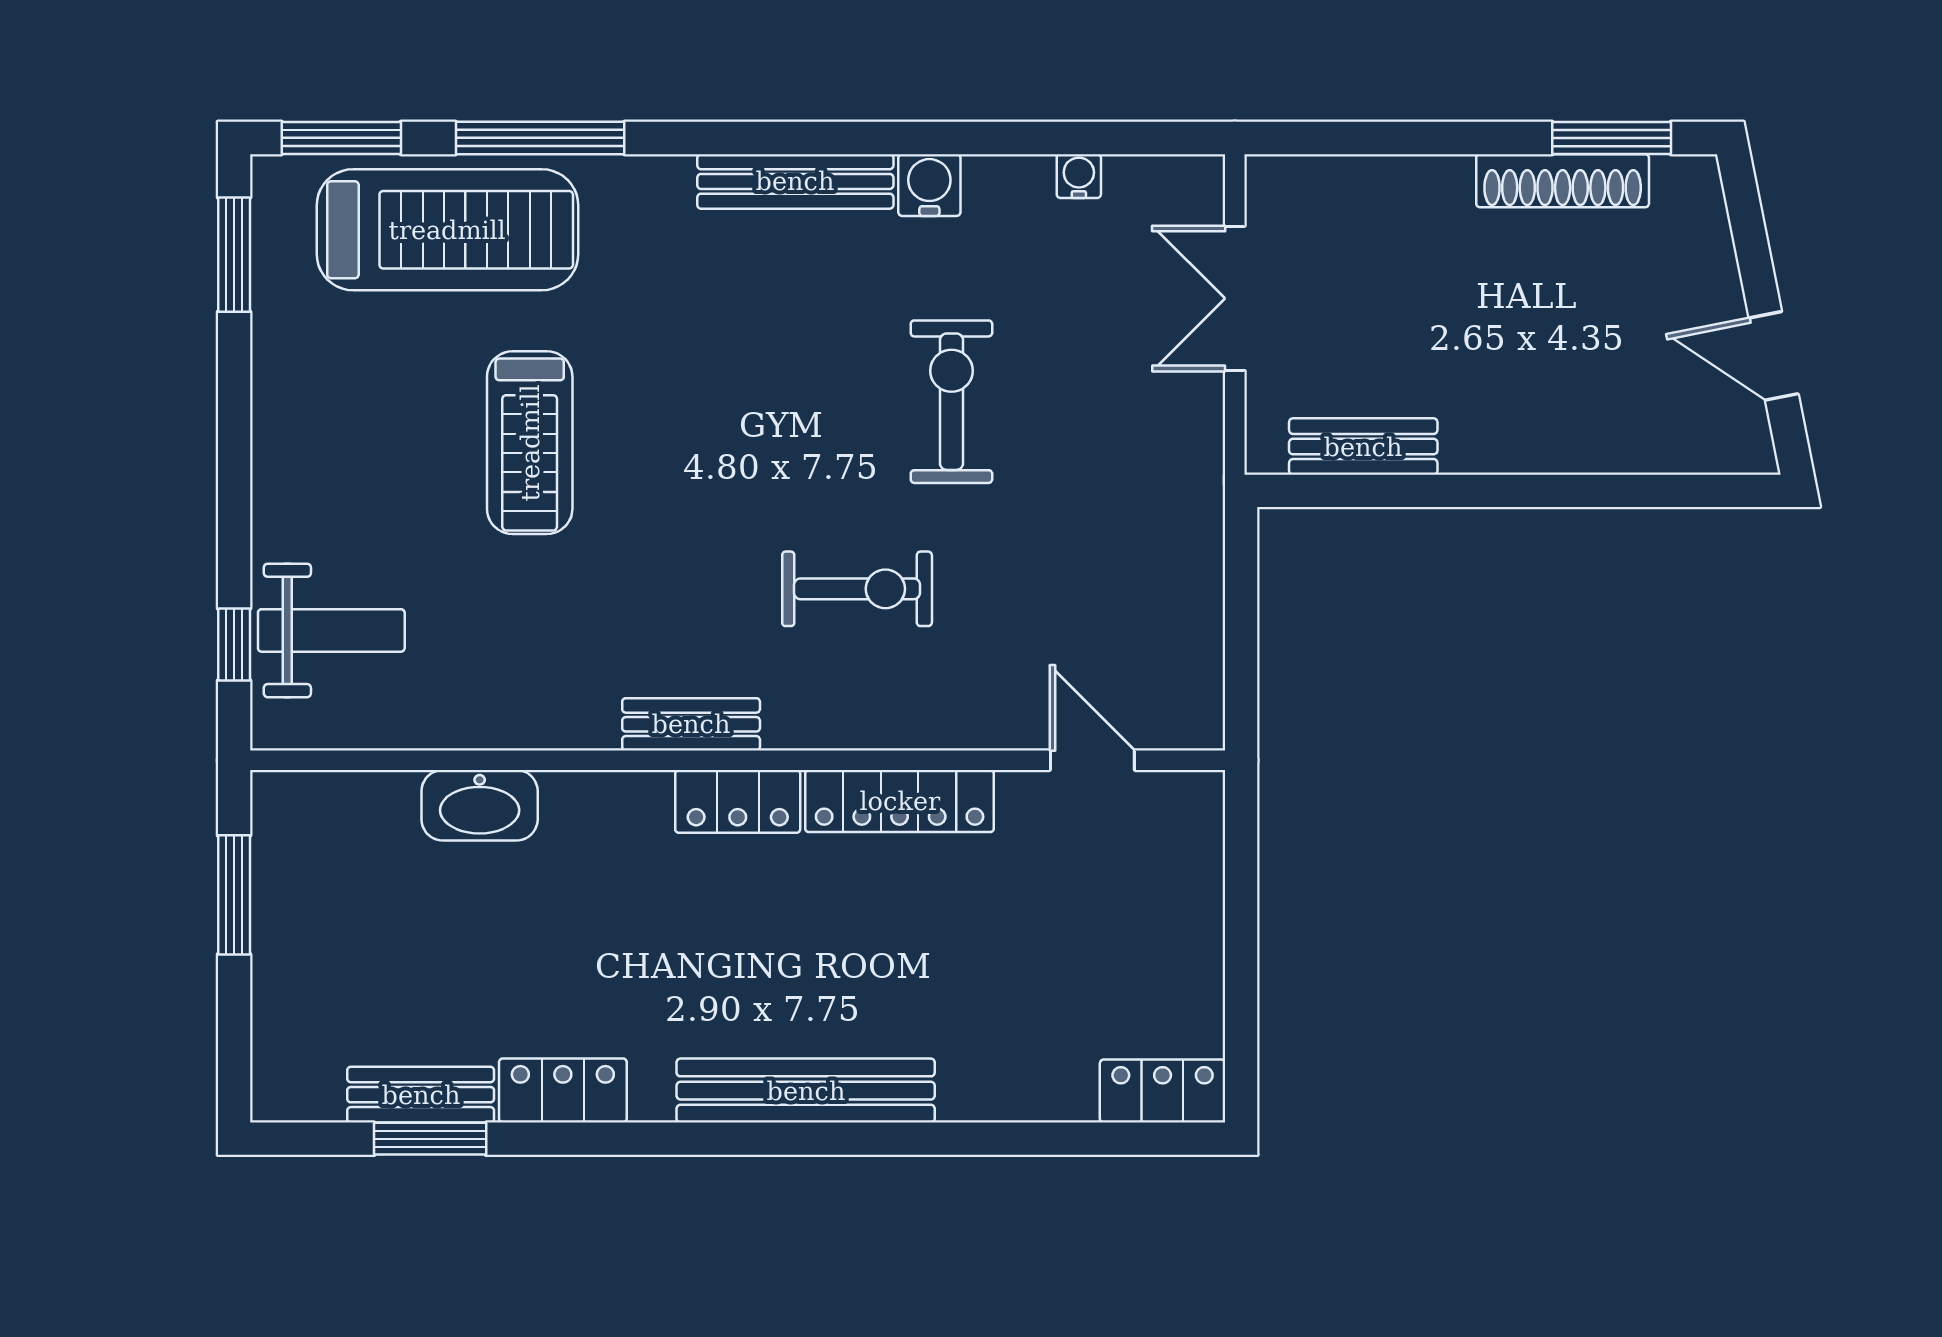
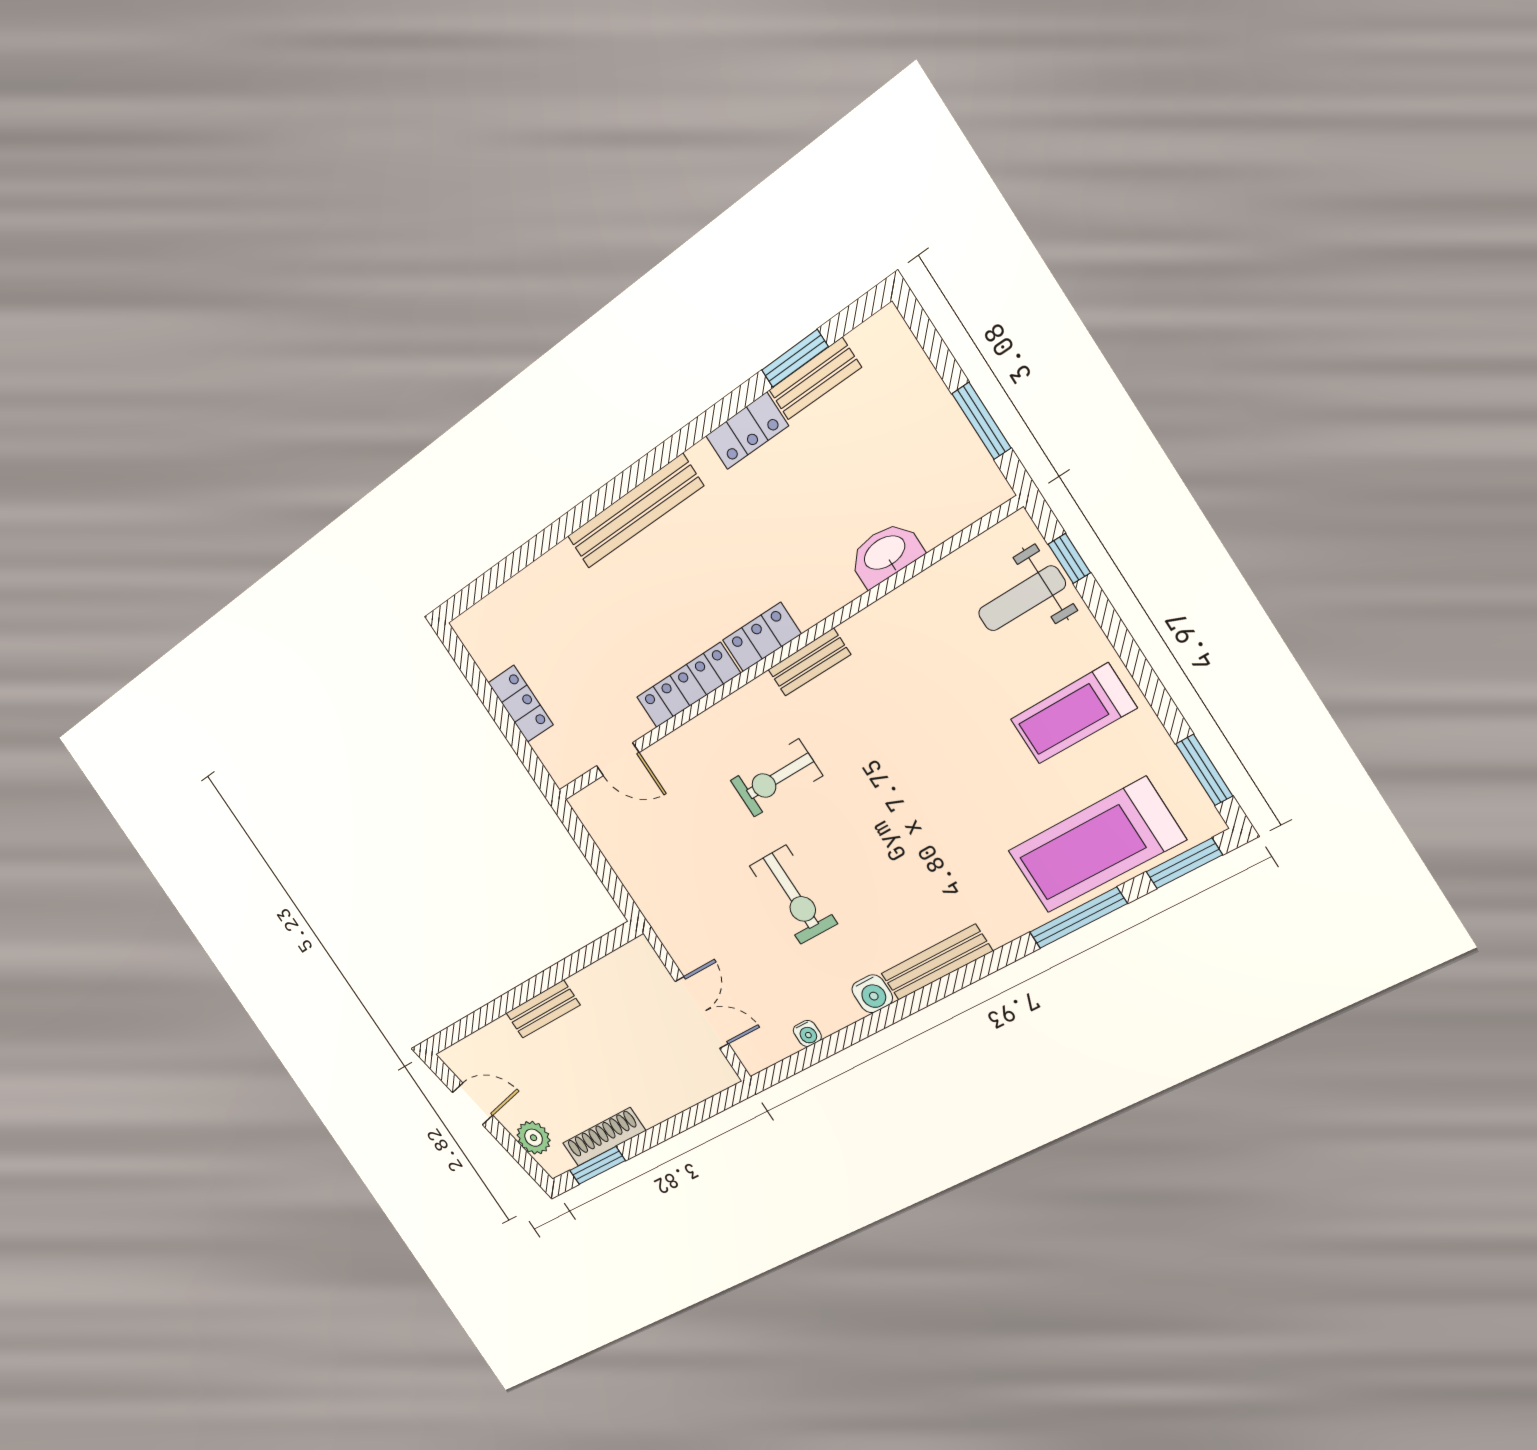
plant: (1699, 242) -> (534, 1138), added
treadmill: (530, 443) -> (1073, 714), moved, turned -90
bench: (1363, 447) -> (543, 1009), moved
locker: (1163, 1091) -> (521, 704), moved, turned -90

